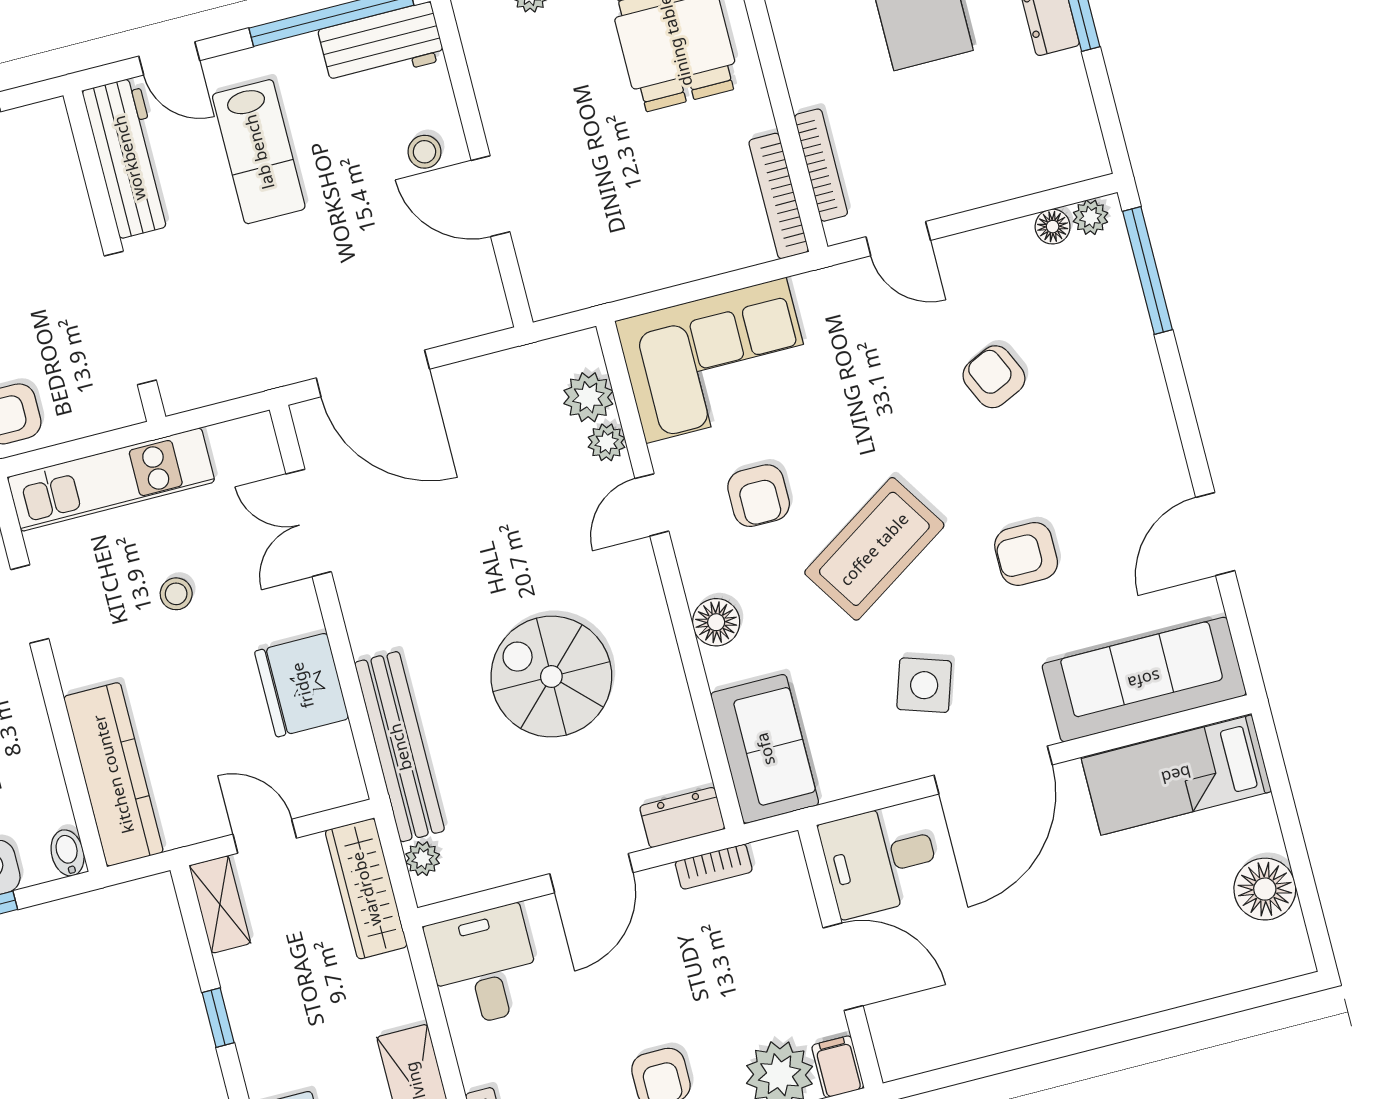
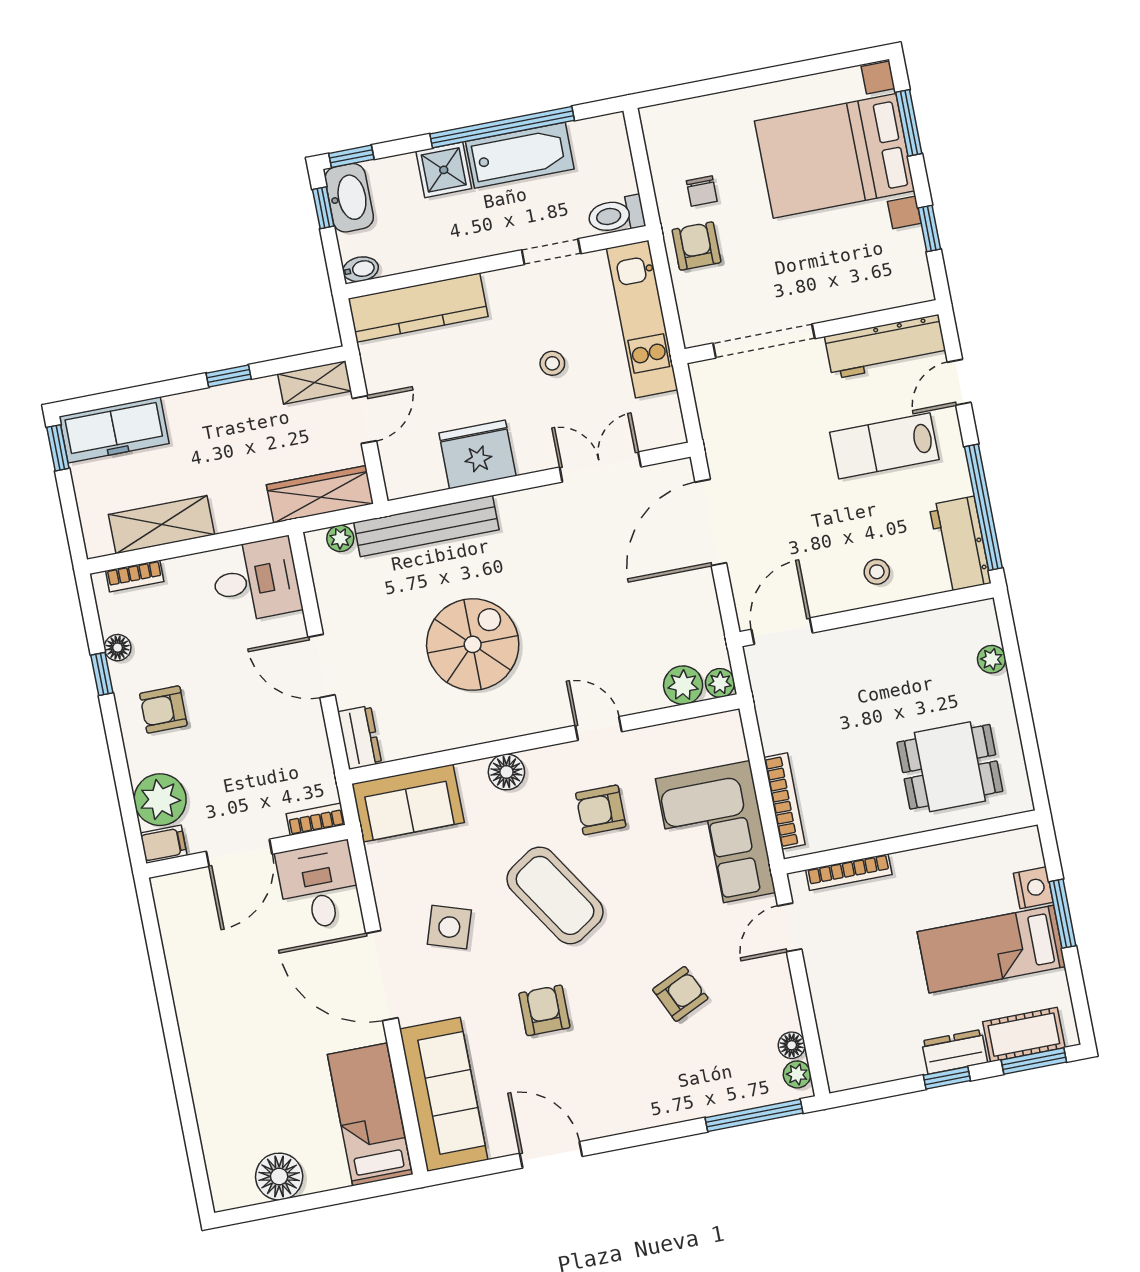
door: (490, 196) -> (782, 631), moved
bookcase: (779, 196) -> (784, 801), moved, turned 90
corner sofa: (716, 360) -> (715, 836), moved
plant: (607, 442) -> (720, 683), moved
bookcase: (714, 867) -> (316, 819), moved, turned 90

